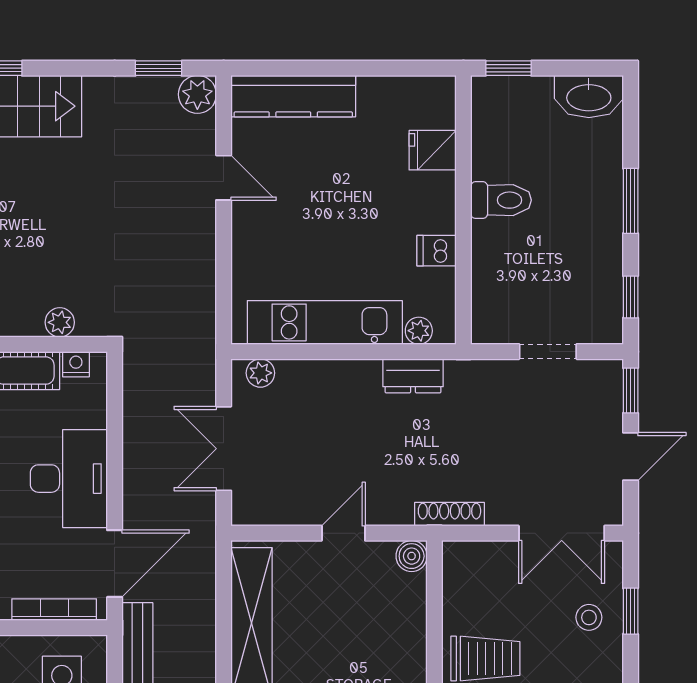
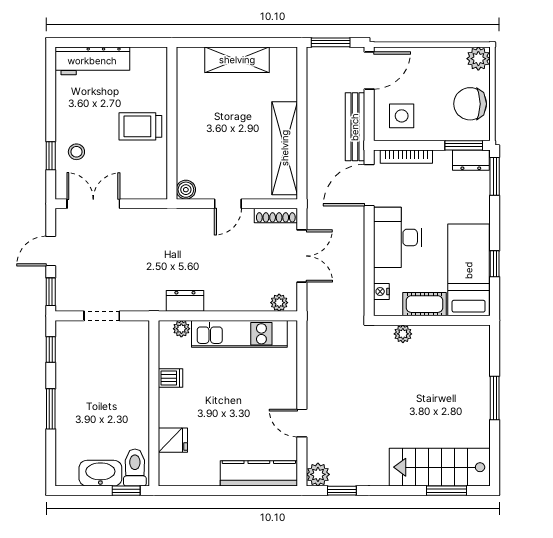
washbasin: (589, 96) -> (100, 473), moved
toilet: (501, 200) -> (135, 468), moved, turned 90
nightstand: (76, 364) -> (381, 291), moved, turned 90
shoe rack: (449, 514) -> (276, 216), moved

